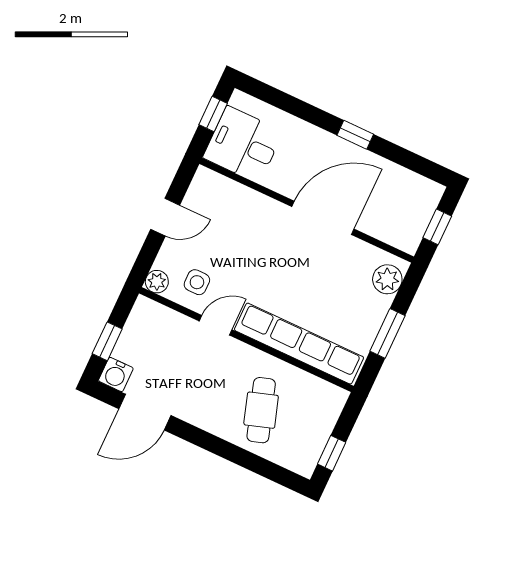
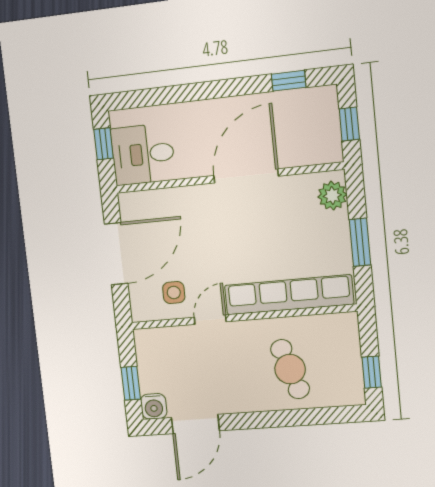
window: (355, 135) -> (289, 81), moved
door: (165, 217) -> (116, 254), width x1.88
plant: (157, 282) -> (141, 311), removed

